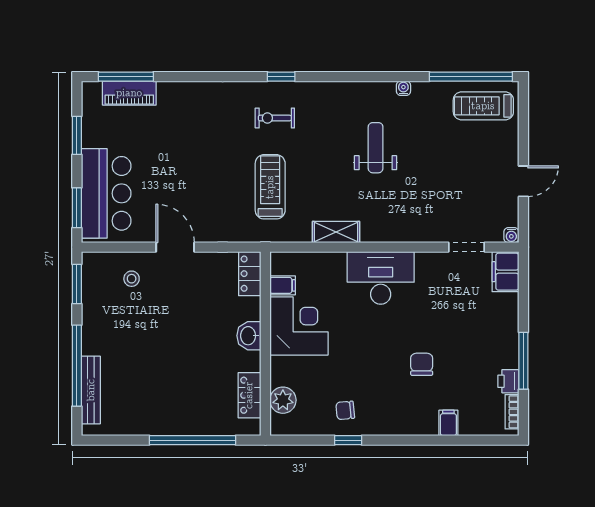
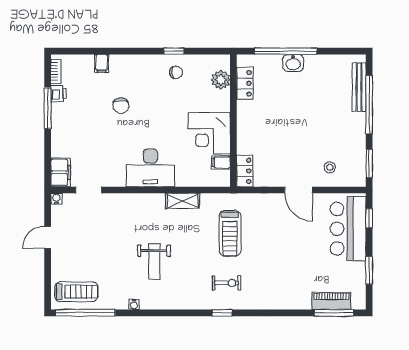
window: (77, 208) -> (369, 218), width x0.67
washbasin: (249, 336) -> (293, 63), moved, turned 90

